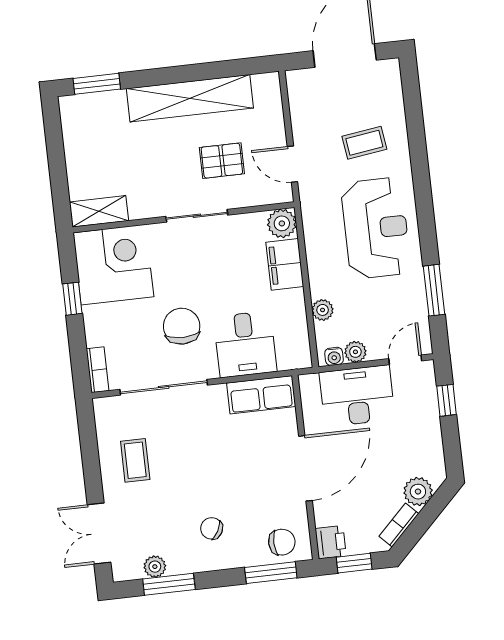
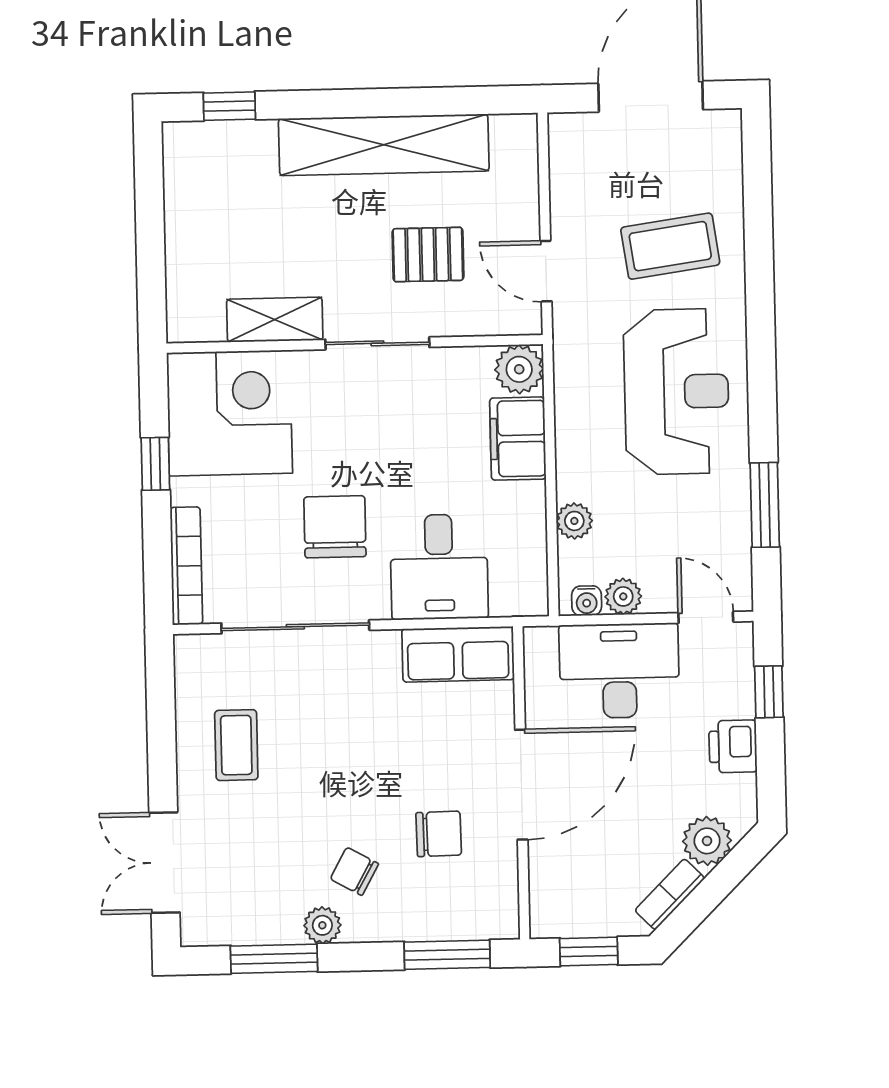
window: (97, 84) -> (229, 106), width x0.67
coffee table: (364, 143) -> (670, 246), width x1.36, depth x1.30
shelving: (99, 211) -> (275, 320), moved
door: (405, 360) -> (706, 617), hinge flipped
bookcase: (97, 370) -> (186, 566), width x1.56
chair: (282, 542) -> (439, 834), moved
printer: (331, 542) -> (733, 746), moved, turned 180
plant: (155, 567) -> (322, 925), moved

